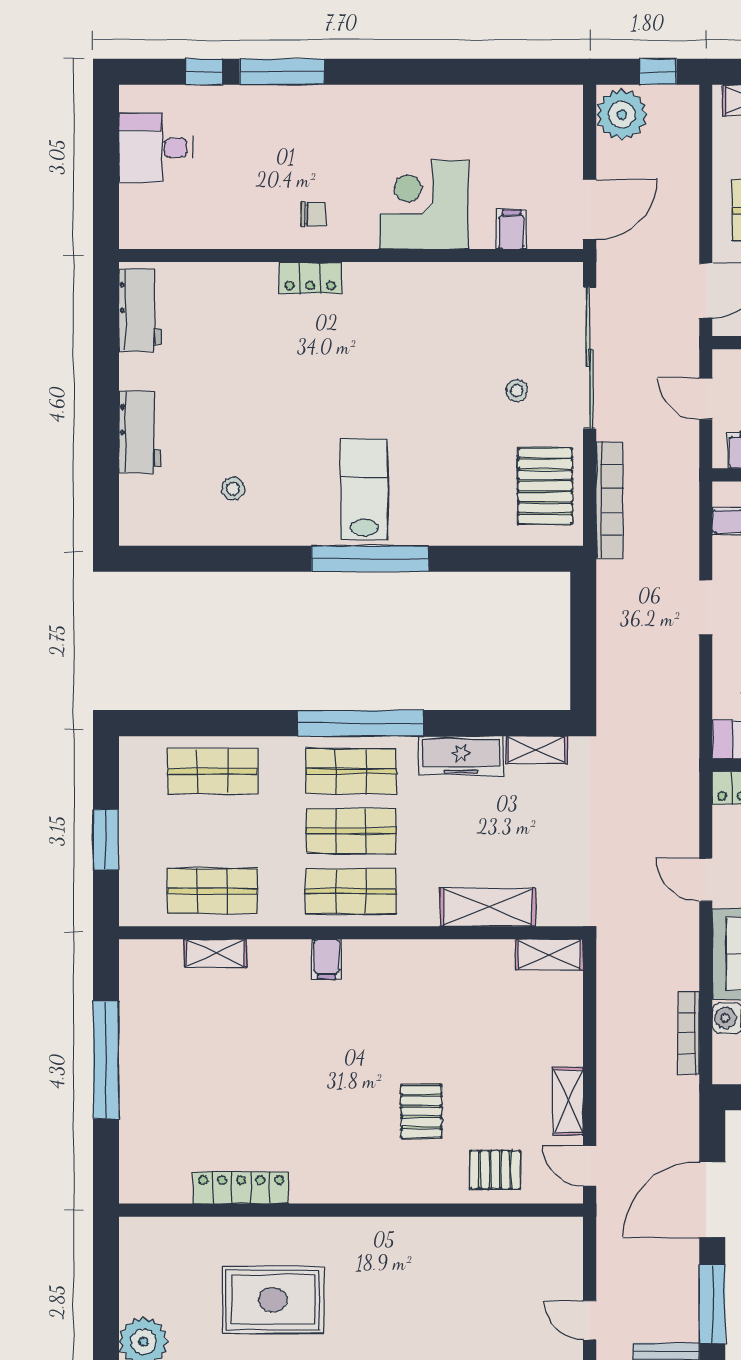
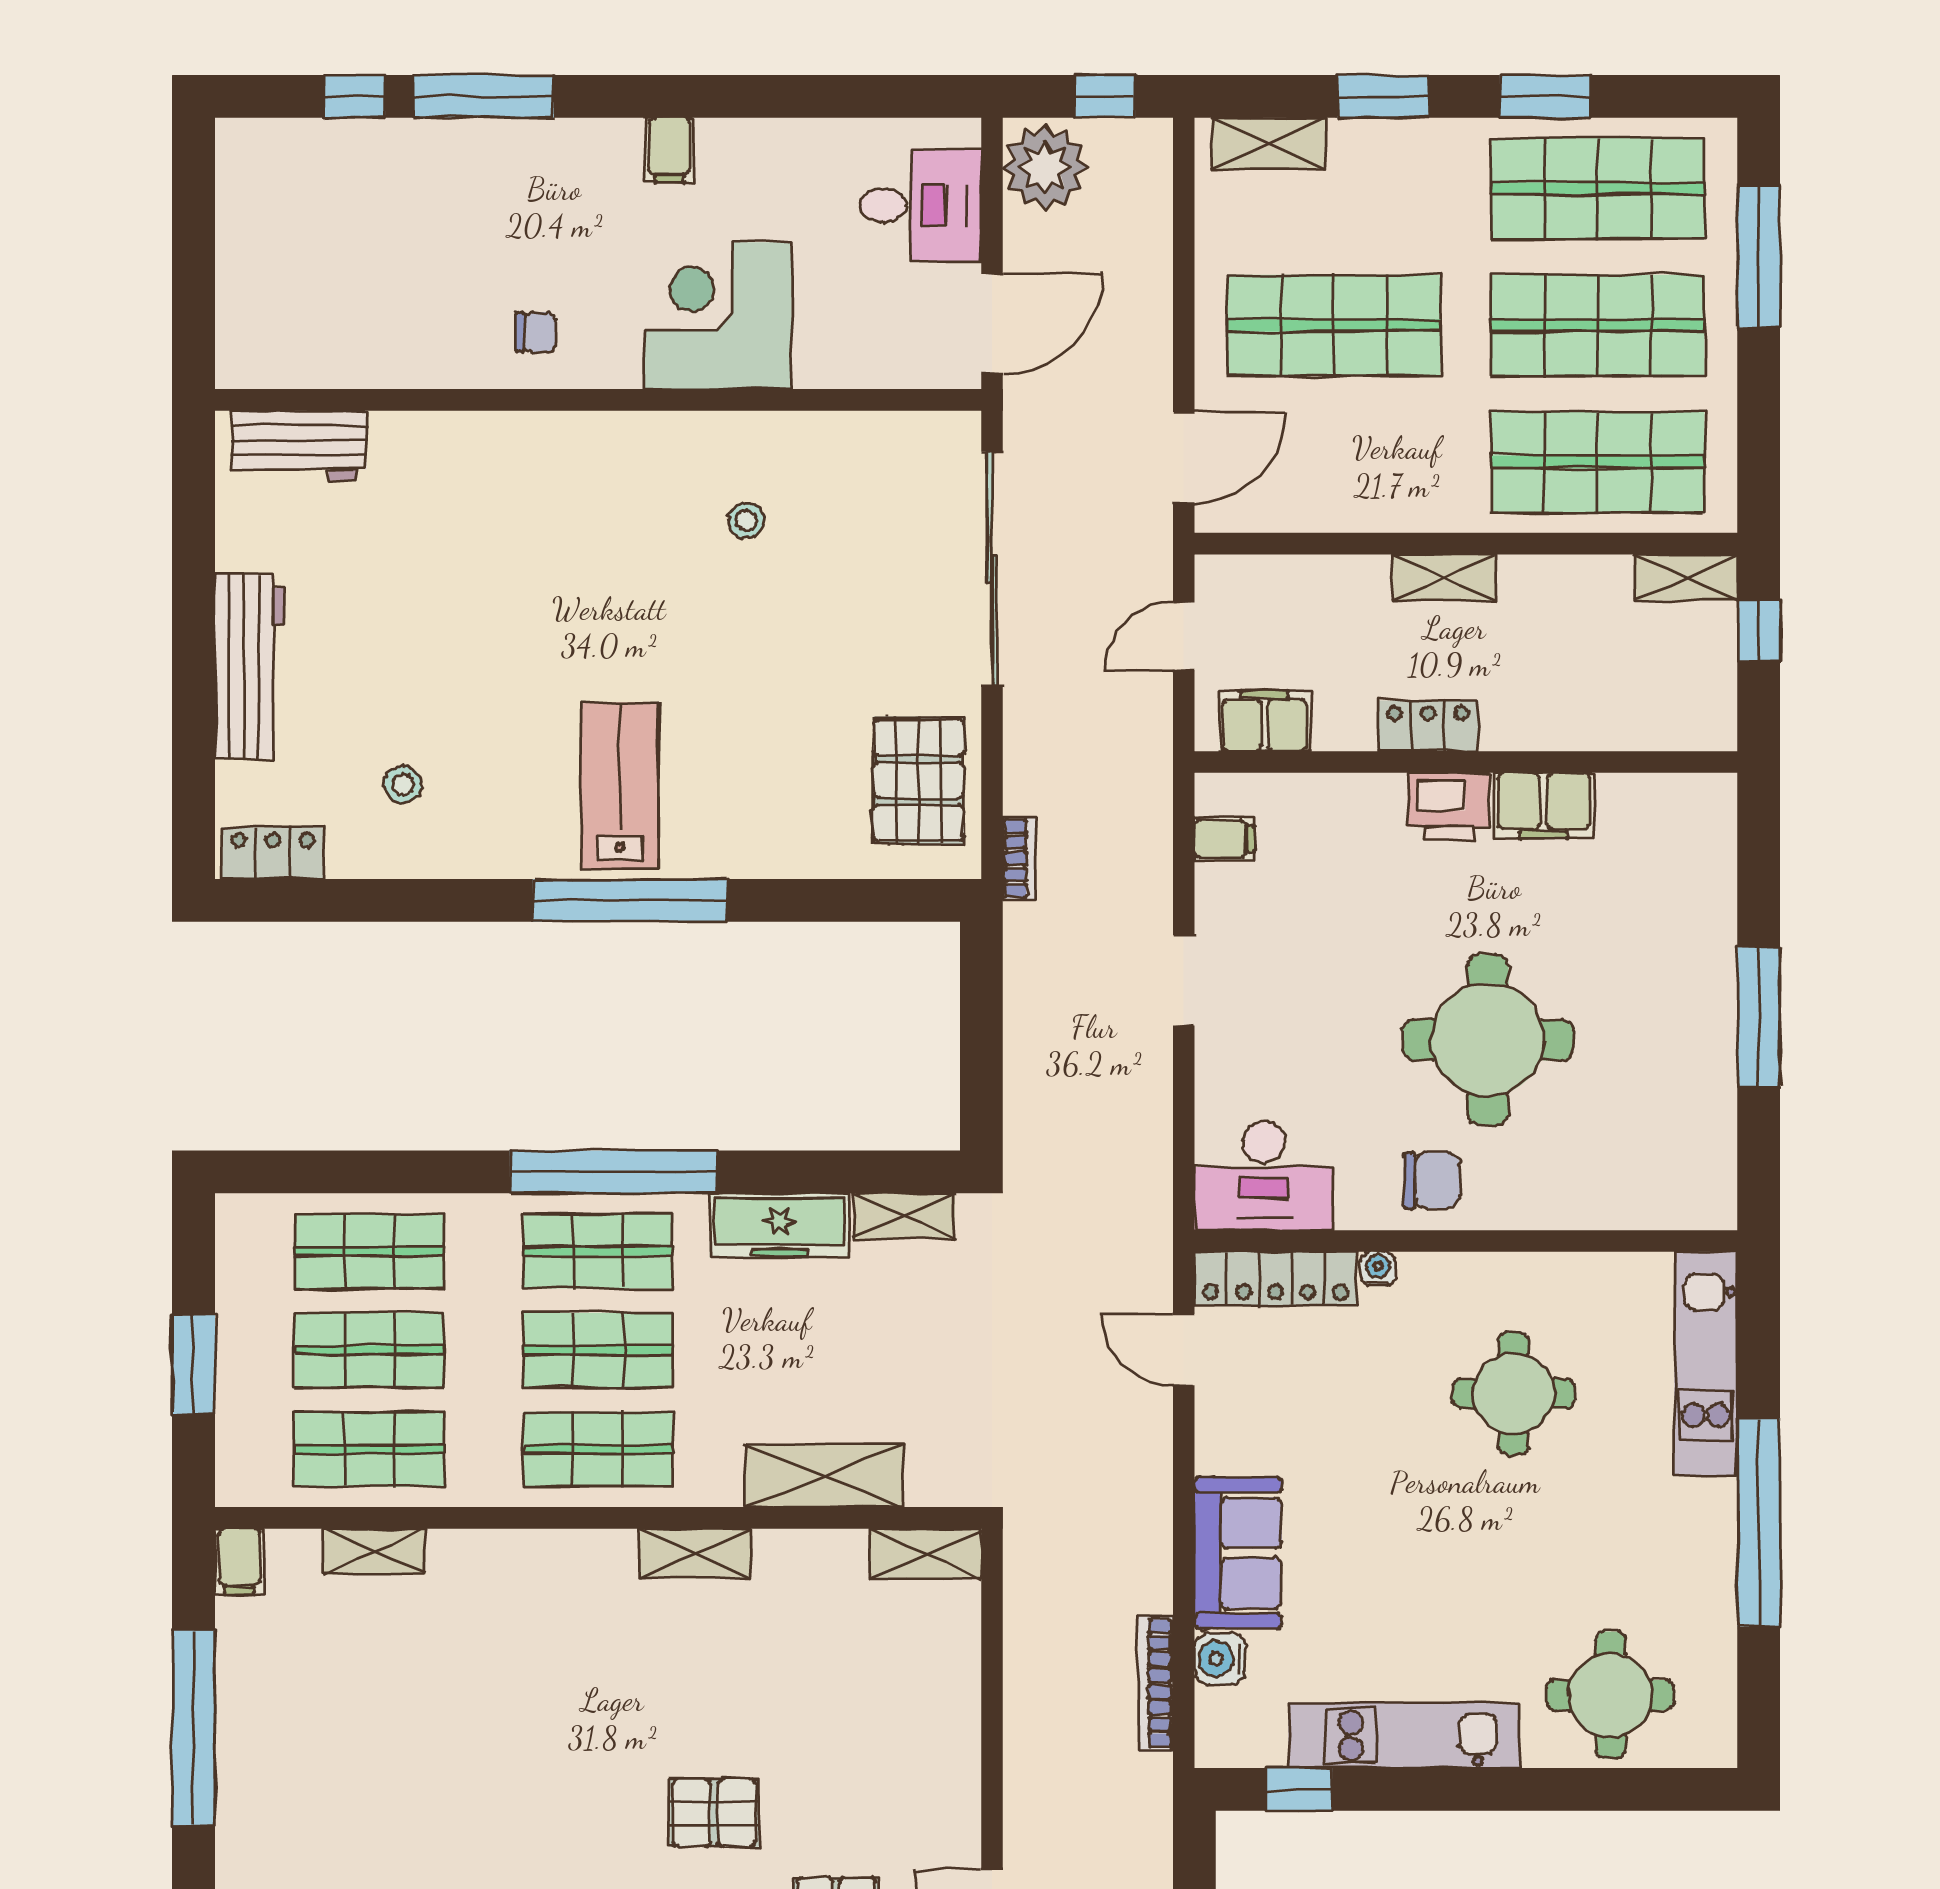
desk: (156, 148) -> (921, 205), moved, turned 180
filing cabinet: (511, 229) -> (669, 150), moved, turned 180
locker: (310, 278) -> (273, 853), moved, turned 180
workbench: (140, 310) -> (299, 446), moved, turned 90
stool: (517, 390) -> (746, 521), moved
door: (706, 399) -> (1184, 636), hinge flipped
workbench: (140, 432) -> (250, 666), width x1.38
bookcase: (609, 500) -> (1019, 858), width x0.43, depth x0.76
shop shelf: (213, 831) -> (370, 1350), added
door: (706, 880) -> (1184, 1350), moved
filing cabinet: (327, 959) -> (239, 1561), moved
shelving: (568, 1101) -> (695, 1554), moved, turned 90
pallet: (421, 1111) -> (714, 1813), turned 90

